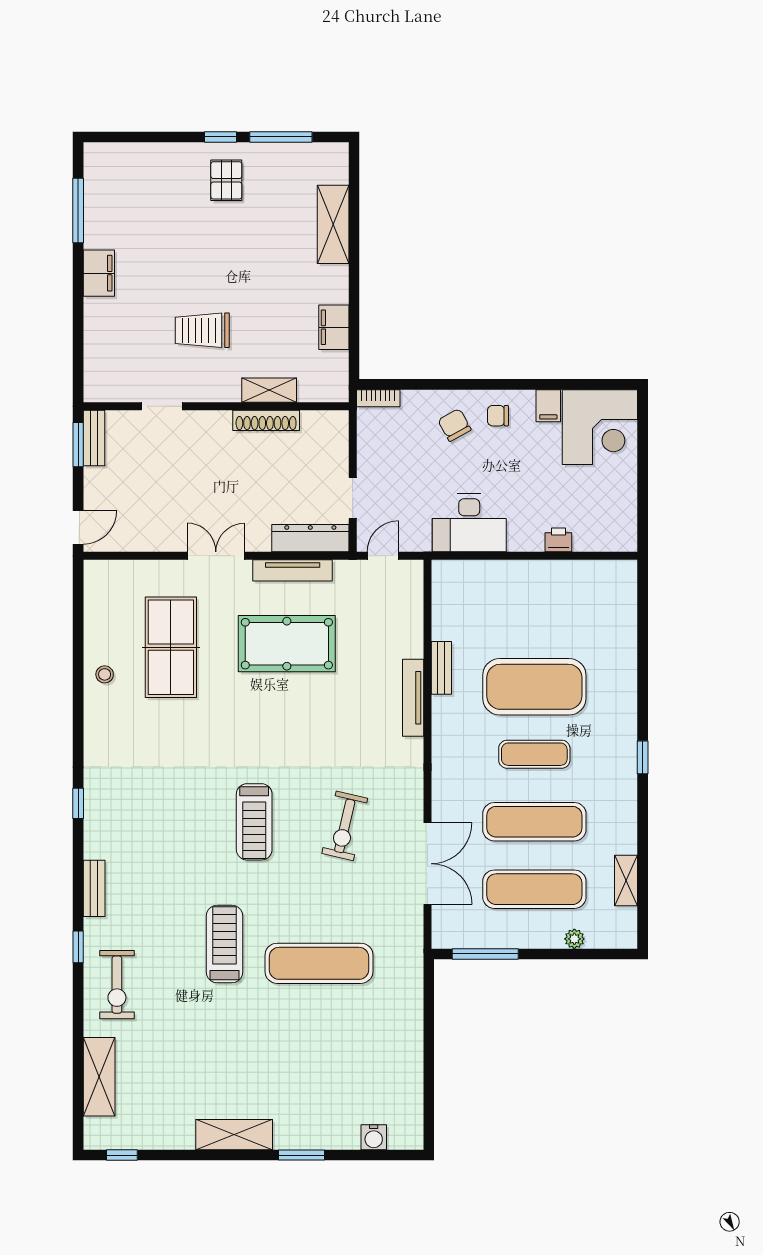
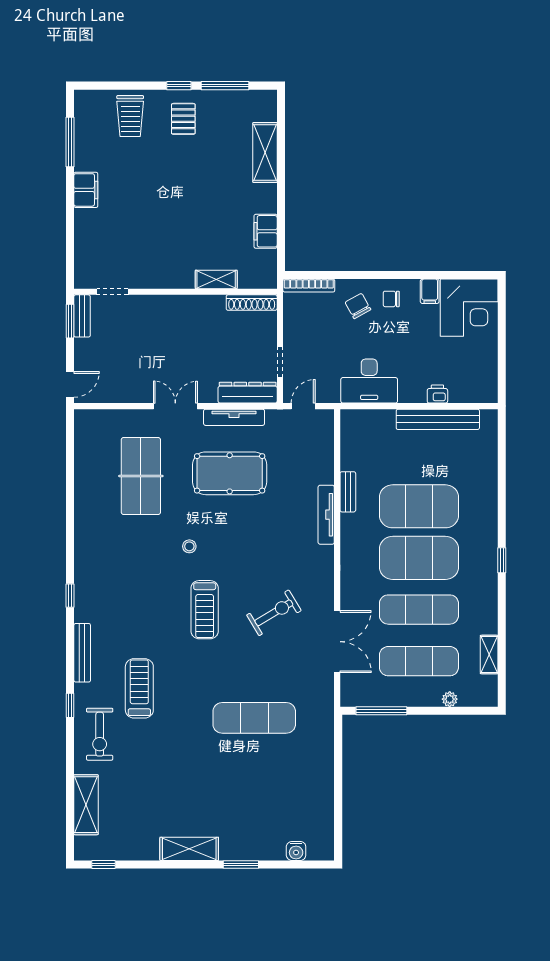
trolley: (202, 330) -> (130, 116), moved, turned -90
bookcase: (378, 398) -> (309, 286), width x1.56
doorway: (162, 406) -> (113, 292), moved
shoe rack: (266, 420) -> (252, 303), moved
bench: (559, 573) -> (438, 419), added
stool: (105, 674) -> (189, 546), moved
exercise mat: (534, 754) -> (419, 558), width x2.00, depth x1.45
exercise bike: (345, 826) -> (274, 613), turned -134
bench: (94, 888) -> (82, 653), width x1.36
treadmill: (224, 944) -> (139, 688), moved

